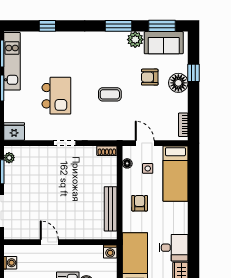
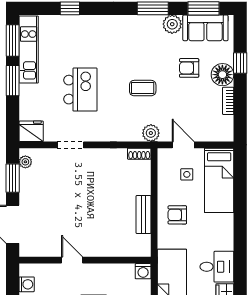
bookcase: (183, 125) -> (228, 101), moved
plant: (117, 133) -> (151, 133), added
doorway: (65, 143) -> (71, 145), moved
floor lamp: (127, 163) -> (163, 169), removed
armchair: (140, 203) -> (177, 215), turned -90
bench: (111, 209) -> (144, 215), width x0.73

